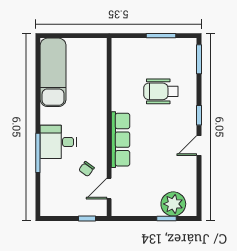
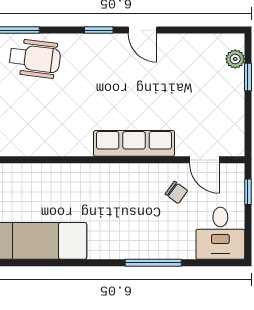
wheelchair: (161, 91) -> (35, 58), moved, turned -83
desk: (58, 142) -> (220, 233), moved
plant: (173, 204) -> (235, 59), width x0.53, depth x0.53

